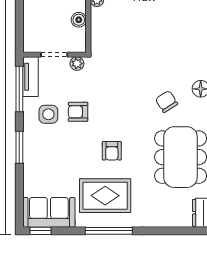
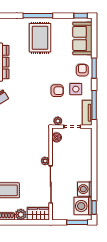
boiler: (79, 20) -> (57, 137), moved
armchair: (112, 151) -> (82, 70), moved
rug: (105, 196) -> (40, 38), turned 90
sofa: (49, 212) -> (82, 38), moved, turned 90

